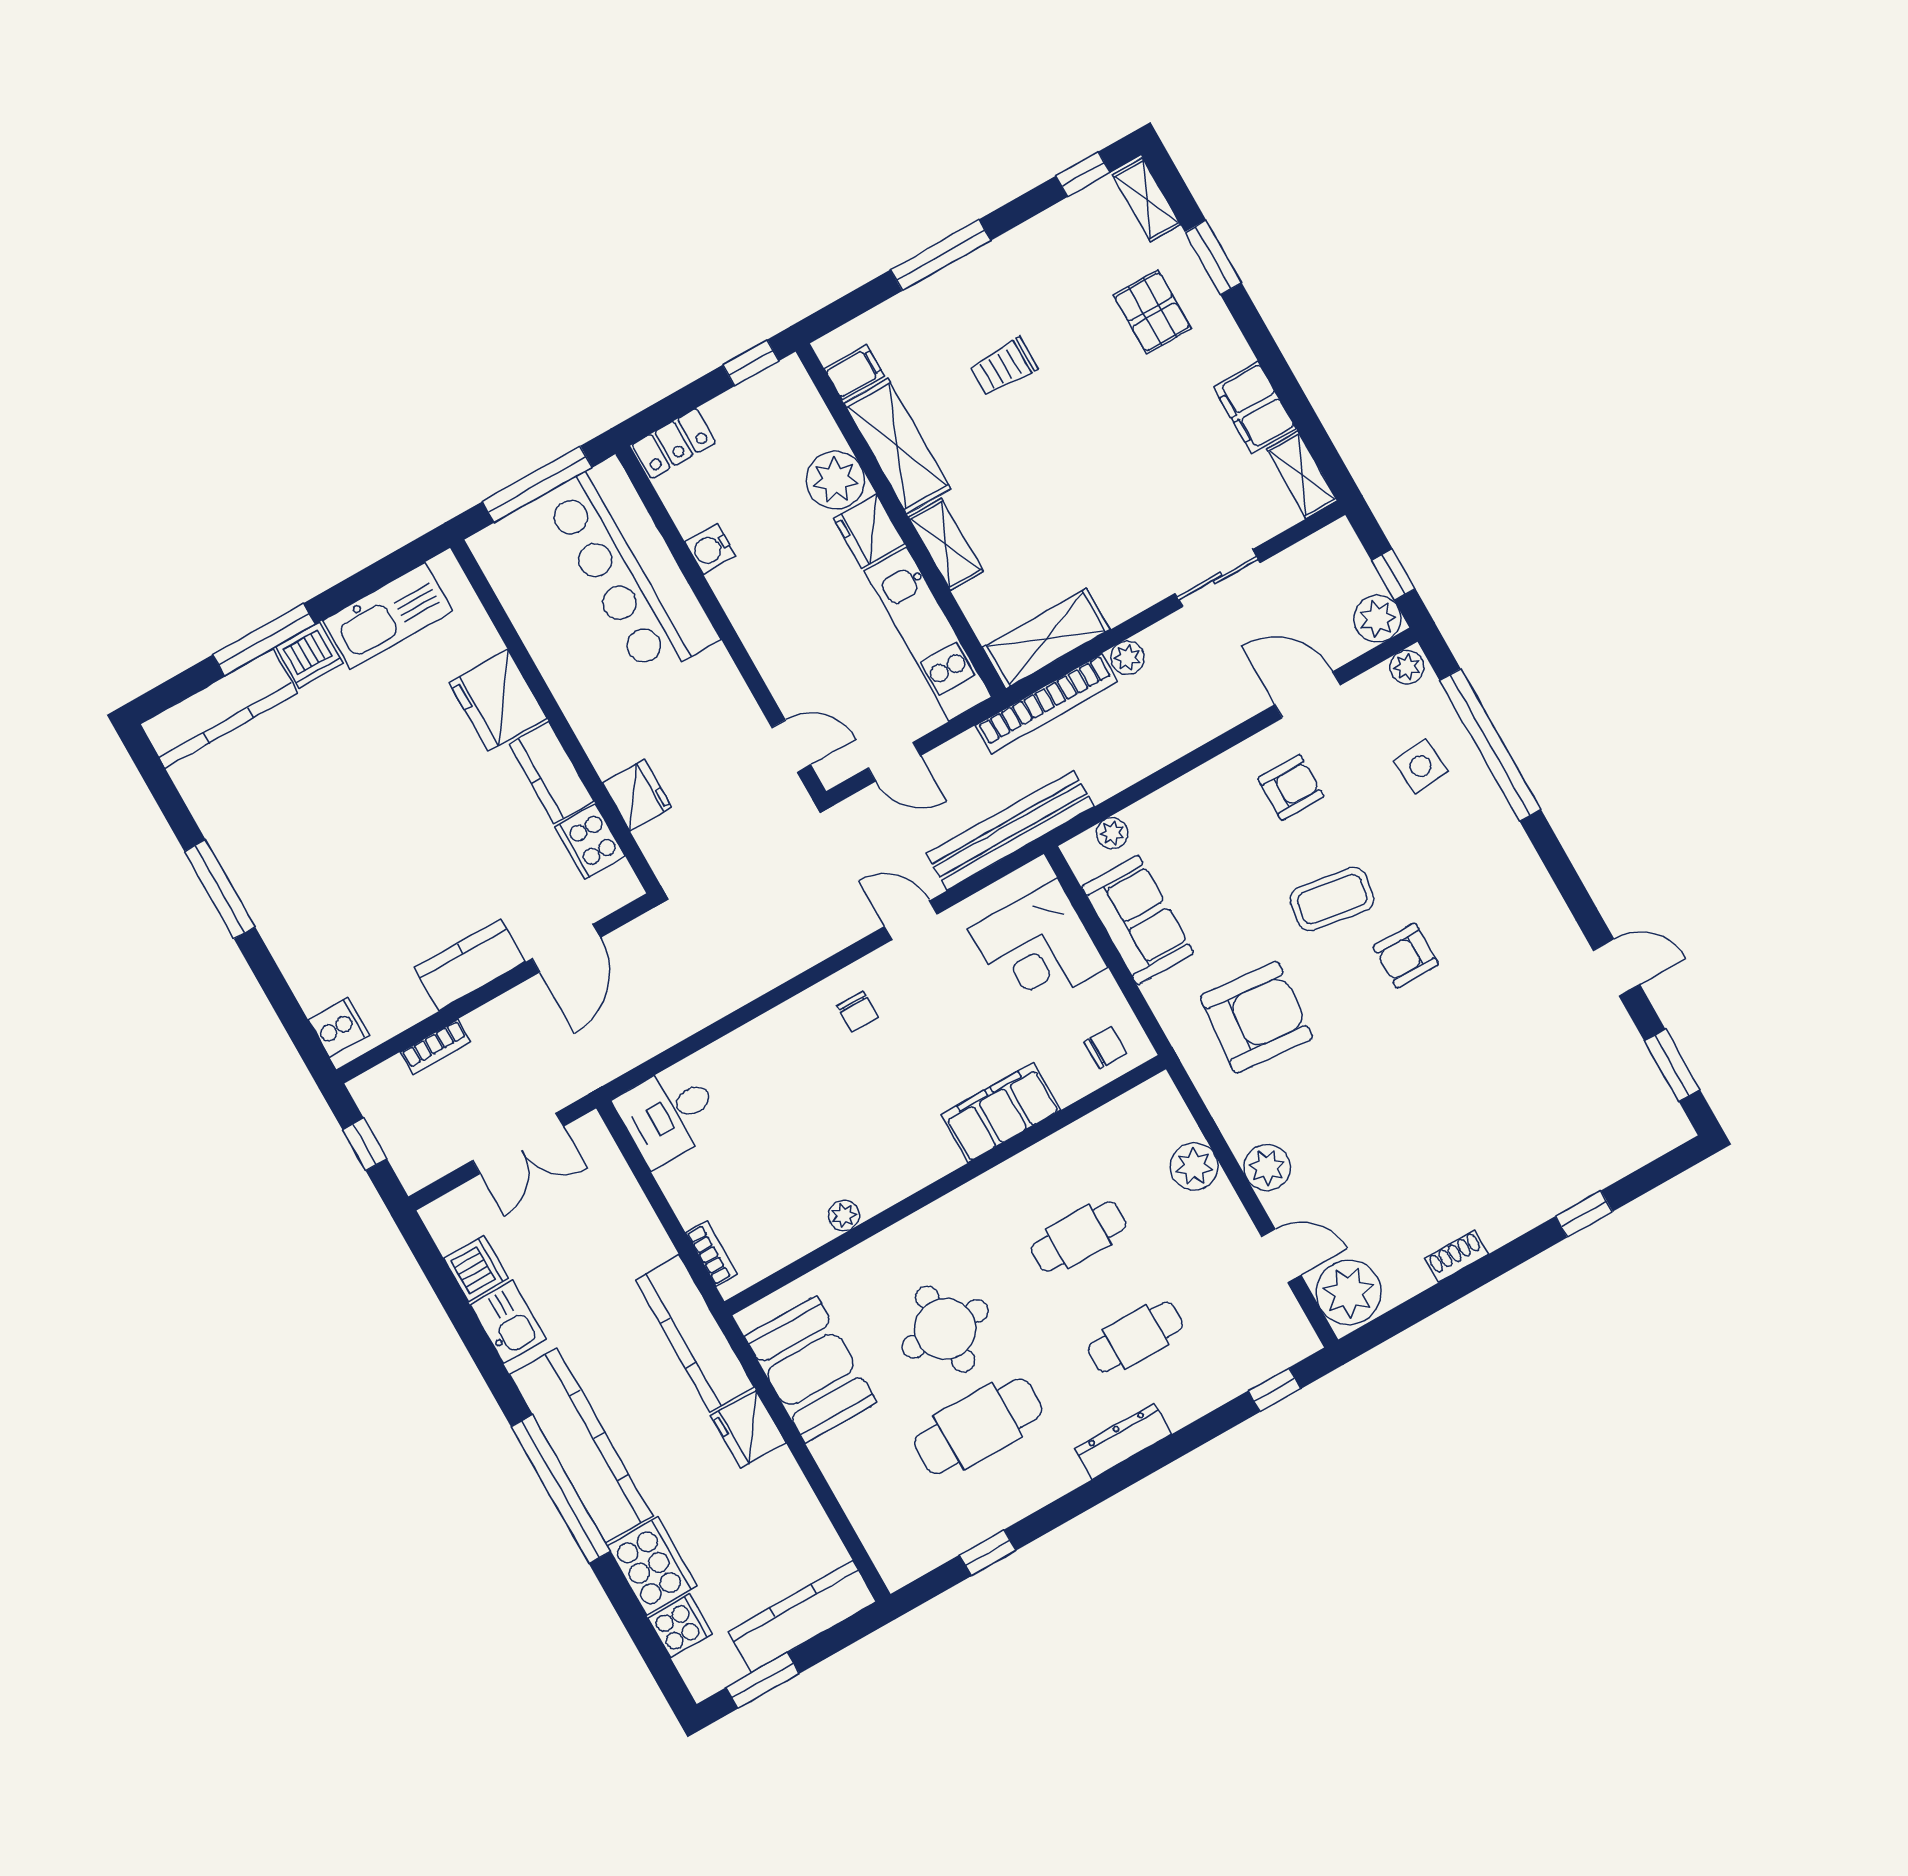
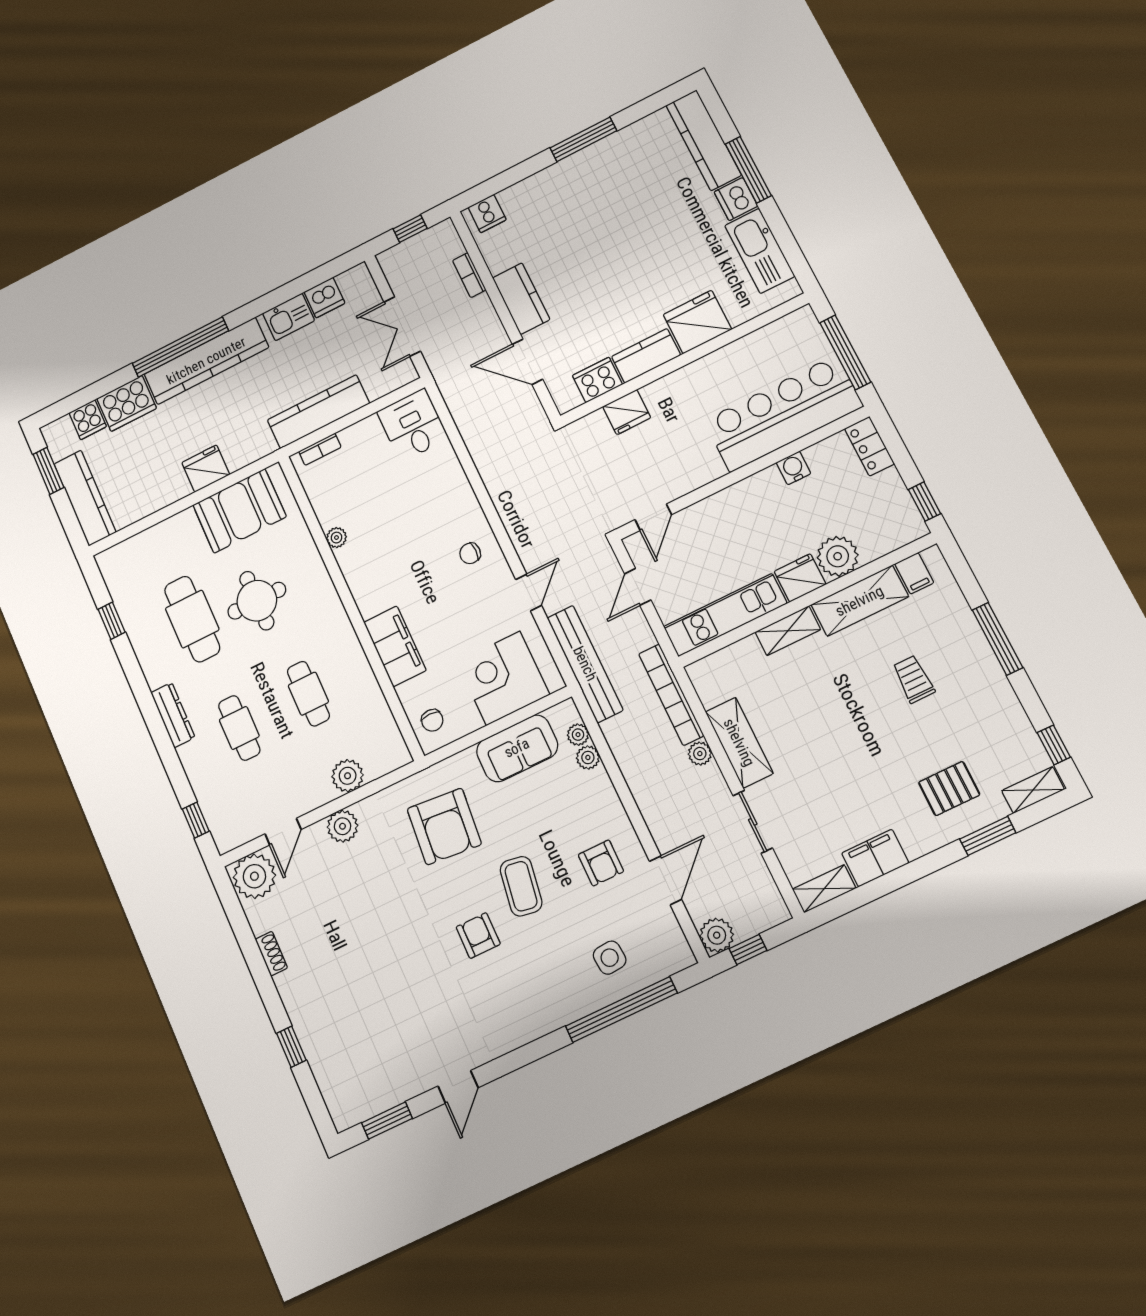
shelving: (1046, 639) -> (739, 743), moved
plant: (1407, 667) -> (588, 757), moved
kitchen counter: (695, 1333) -> (318, 412), moved

